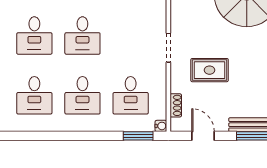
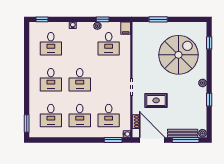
door: (203, 136) -> (152, 140), width x1.88

